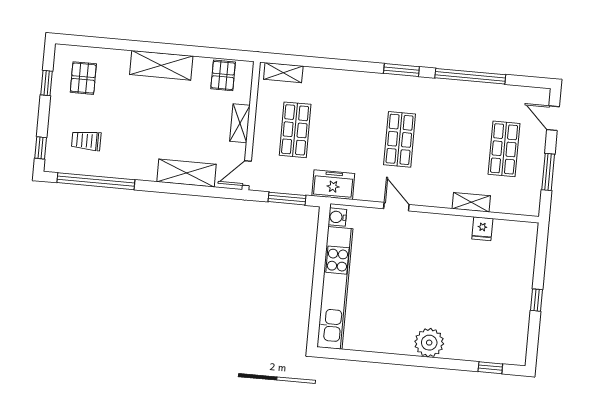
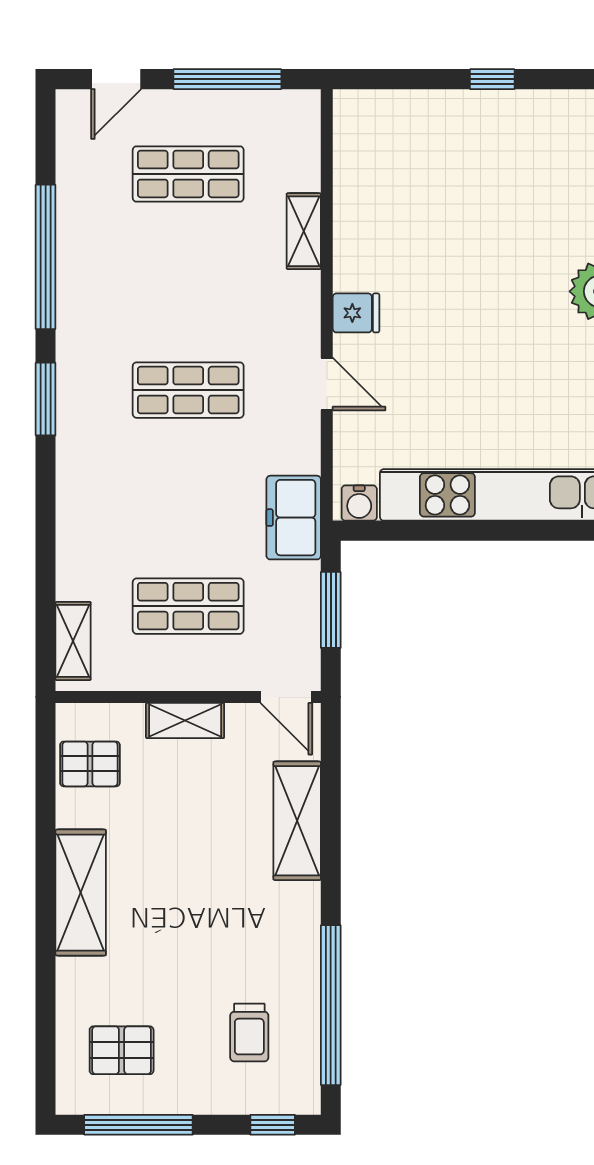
window: (47, 83) -> (138, 1125), width x2.17
window: (548, 172) -> (227, 79), width x1.44
door: (396, 207) -> (327, 384), swing flipped
fridge: (482, 229) -> (356, 313), moved

